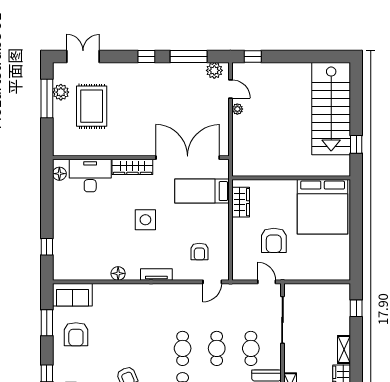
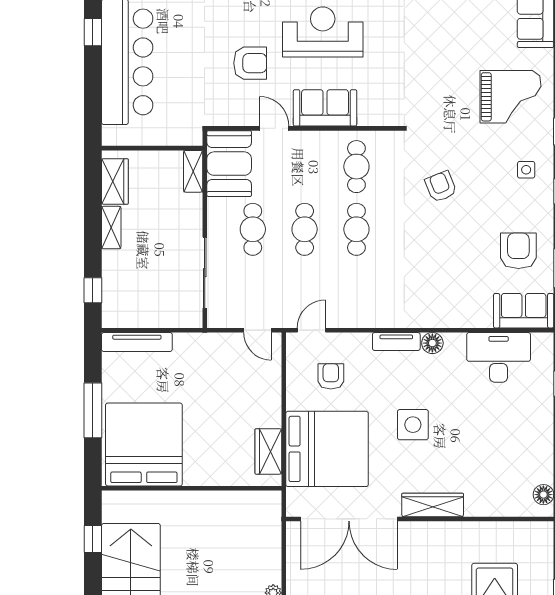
desk: (90, 176) -> (499, 357), moved, turned 180
bed: (202, 191) -> (327, 449), width x2.04
window: (356, 229) -> (93, 410), added
armchair: (274, 240) -> (218, 393), removed
floor lamp: (118, 273) -> (432, 343), moved
tv unit: (327, 274) -> (137, 342), added
door: (267, 282) -> (257, 330), moved

